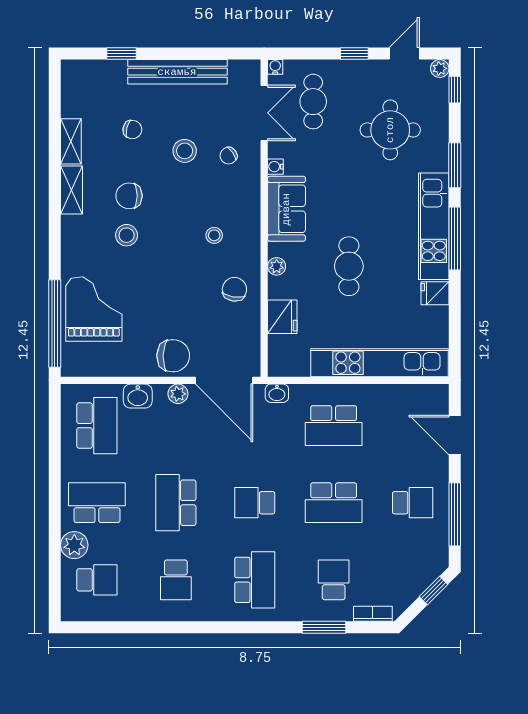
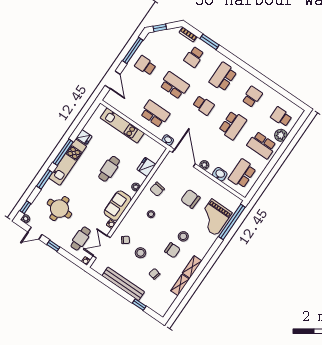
chair: (173, 356) -> (190, 199), moved
kitchen unit: (379, 363) -> (122, 125), width x0.73

